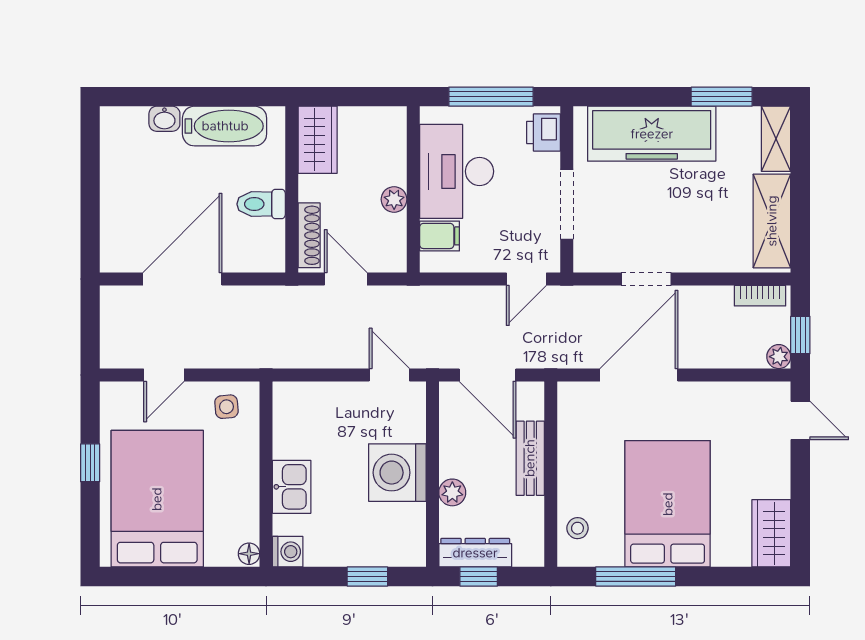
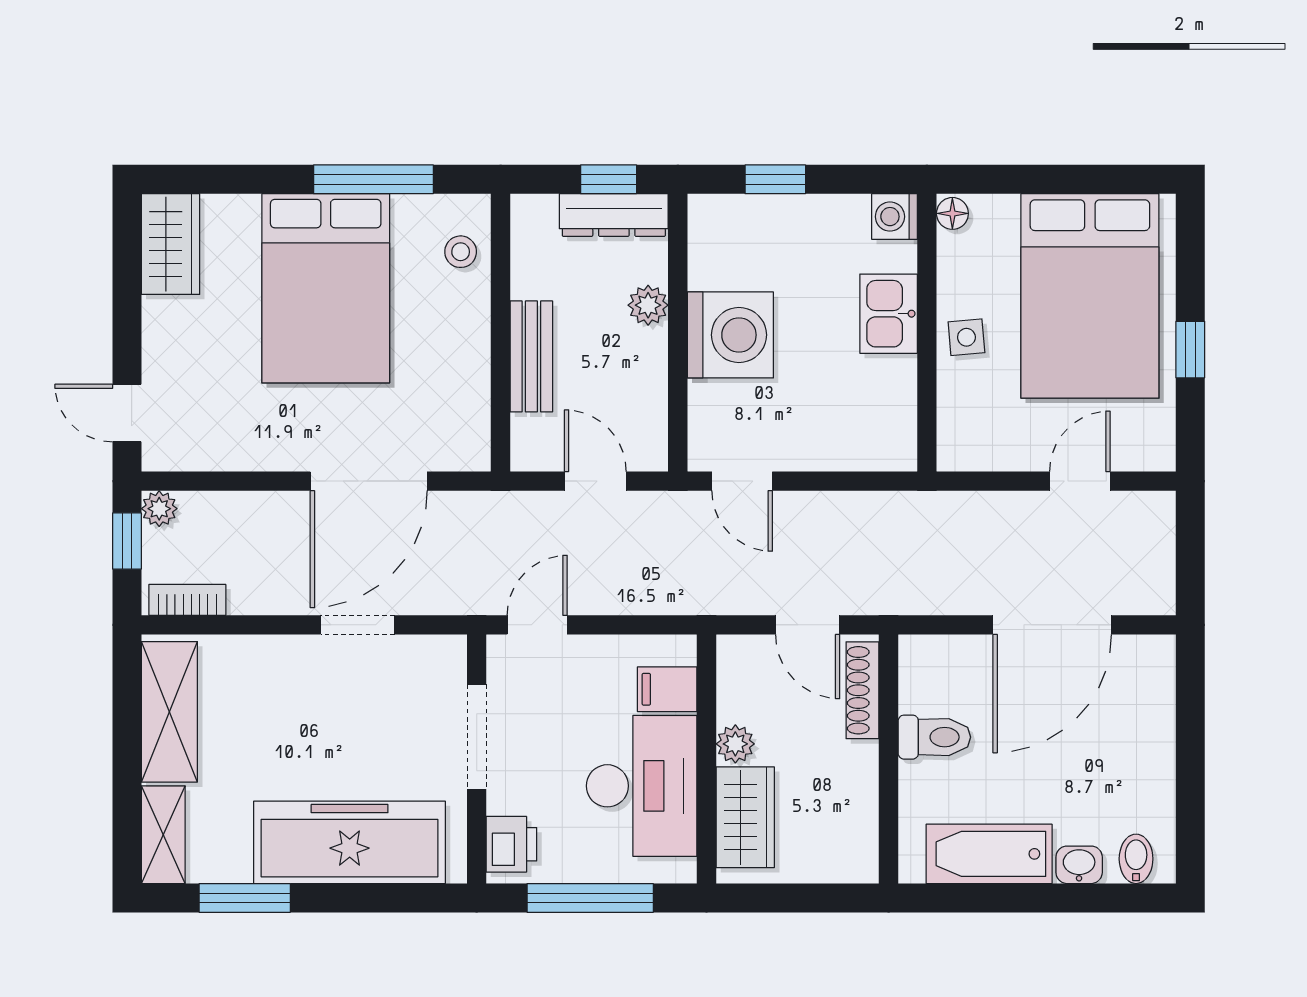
bidet: (126, 123) -> (1136, 859), added
wardrobe: (318, 140) -> (745, 817), moved, turned 180
door: (488, 375) -> (595, 481), width x0.73
side table: (226, 407) -> (966, 337), moved

